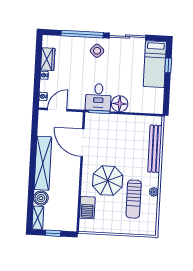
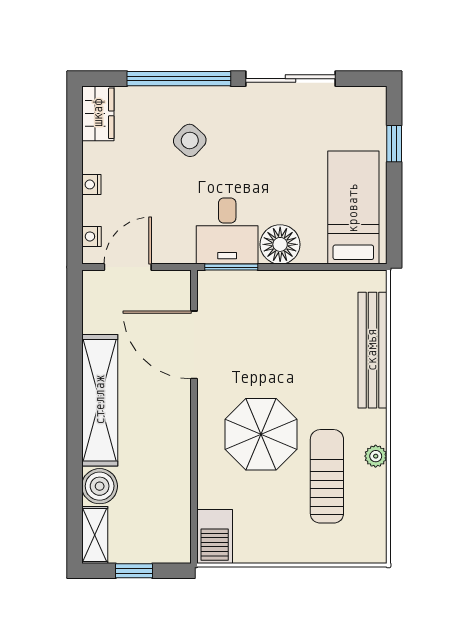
side table: (97, 51) -> (190, 140), moved
wardrobe: (48, 59) -> (98, 113), moved
bed: (155, 64) -> (353, 208), moved, turned 180
sun lounger: (134, 199) -> (327, 476), turned 180
barbecue: (87, 208) -> (215, 537), moved

